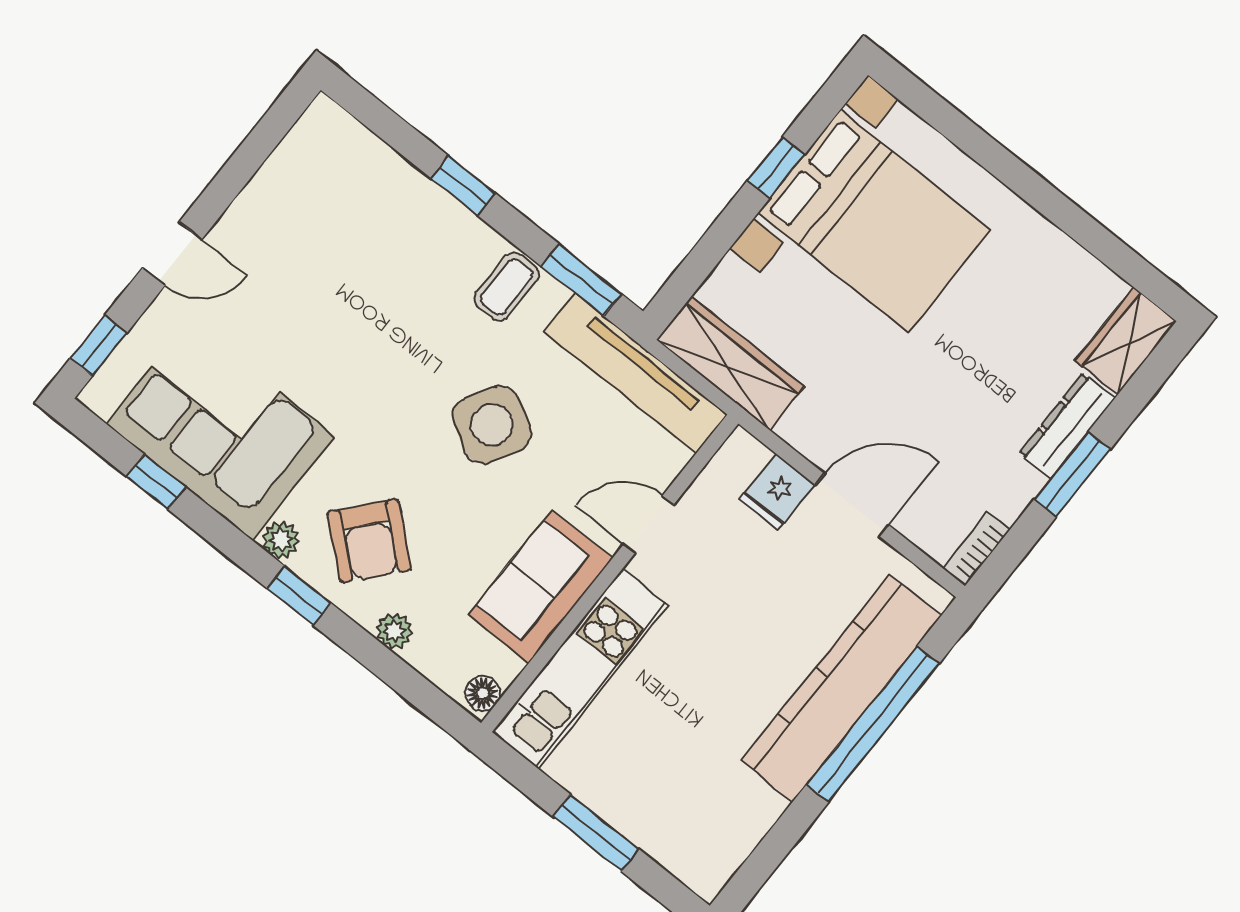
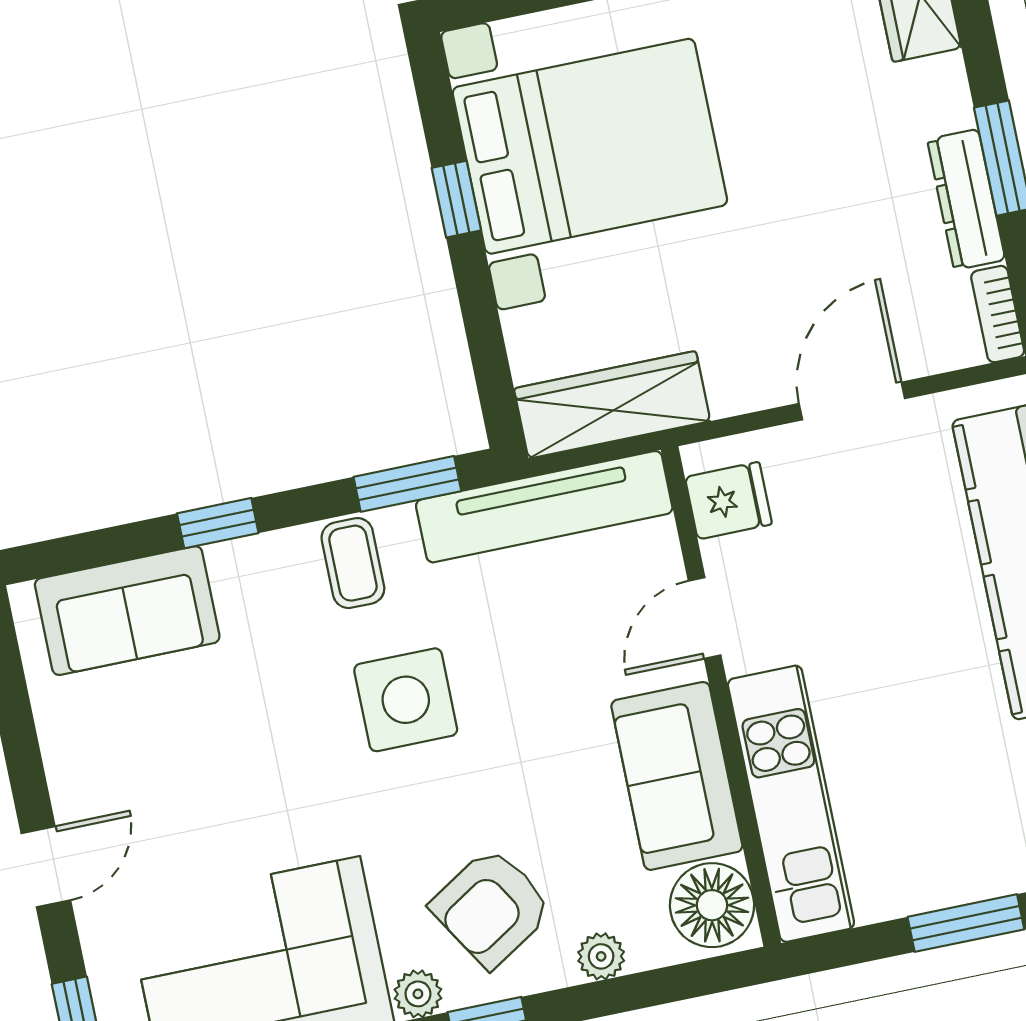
sofa: (366, 175) -> (127, 611), added
side table: (492, 425) -> (406, 700), moved, turned -30
dresser: (1067, 426) -> (966, 200), moved
fridge: (777, 492) -> (728, 501), moved, turned -90
armchair: (369, 541) -> (491, 907), turned 107
floor lamp: (483, 693) -> (712, 905), width x1.89, depth x1.89

